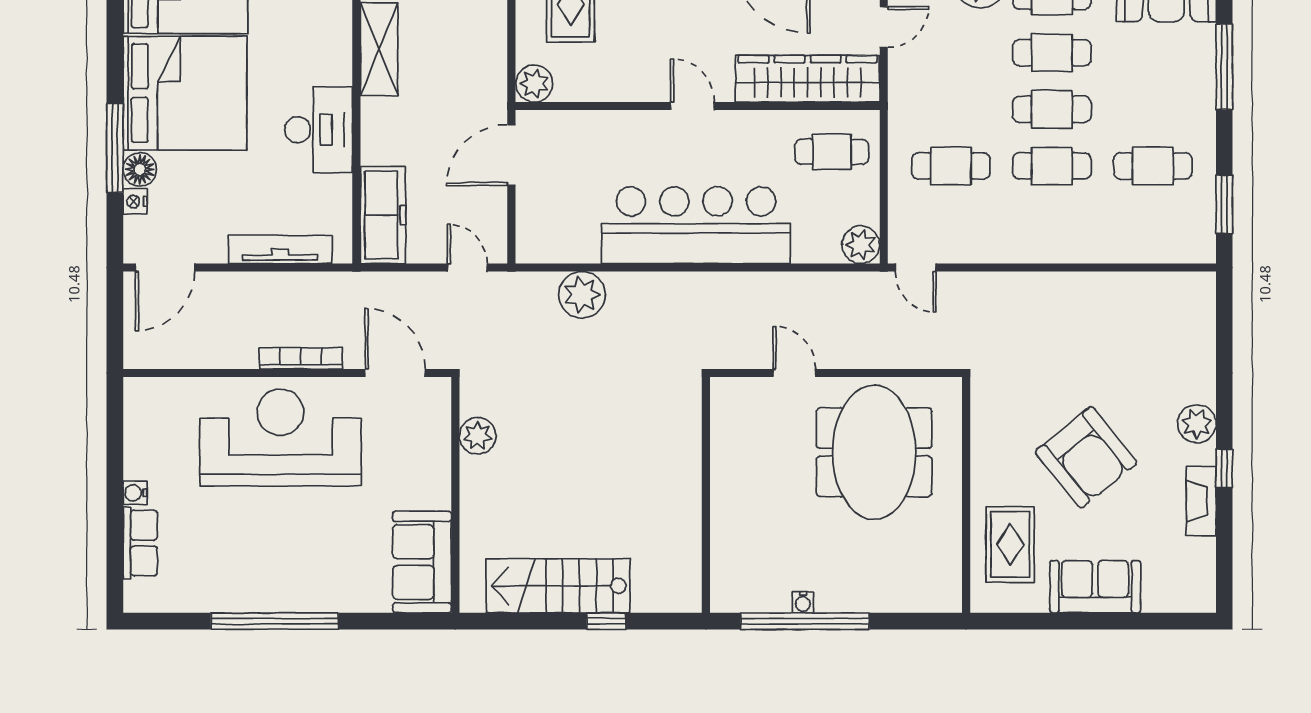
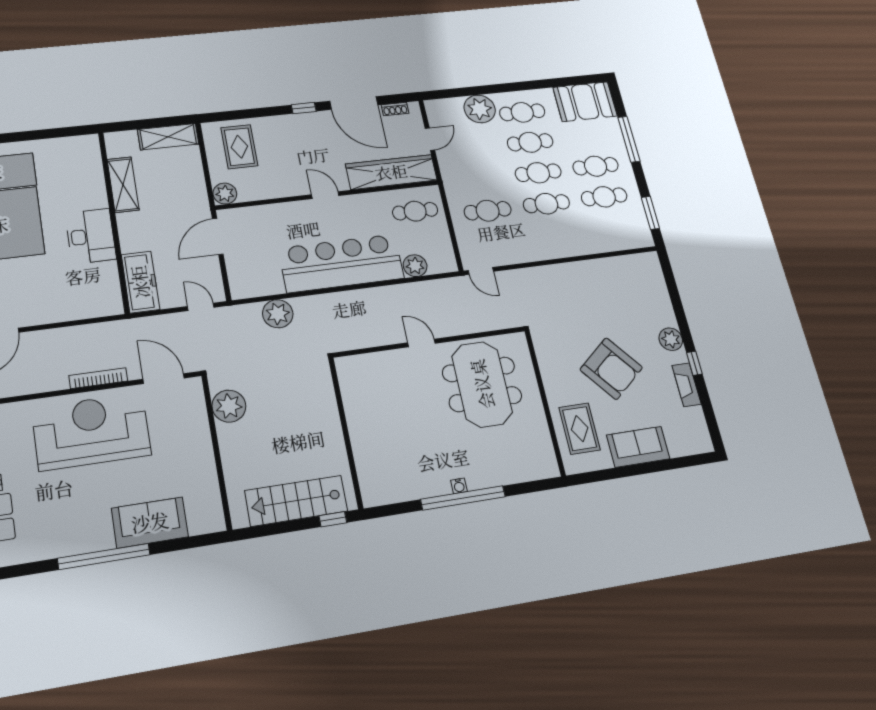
cafe table: (1153, 109) -> (596, 166), added
plant: (861, 245) -> (415, 266), moved
tv unit: (280, 249) -> (75, 312), removed
plant: (478, 436) -> (229, 406), width x1.36, depth x1.36
wall: (706, 495) -> (345, 432), moved
sofa: (422, 562) -> (150, 522), moved, turned 90

